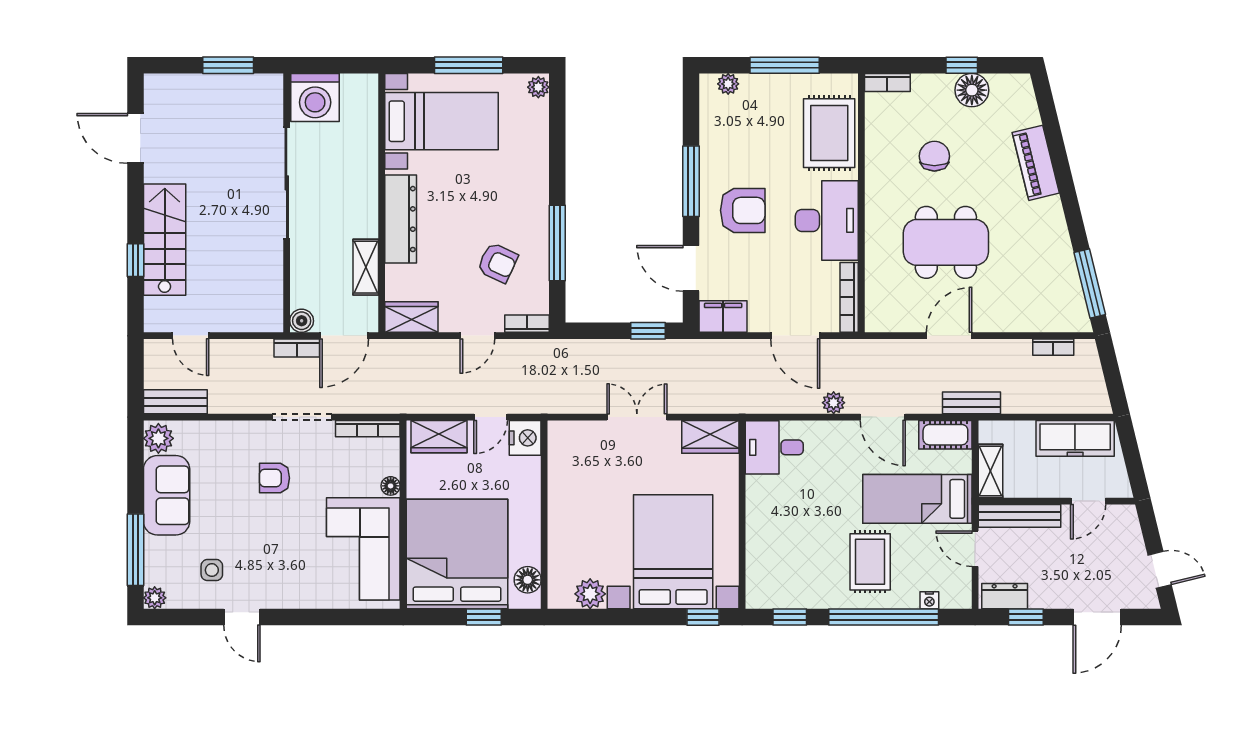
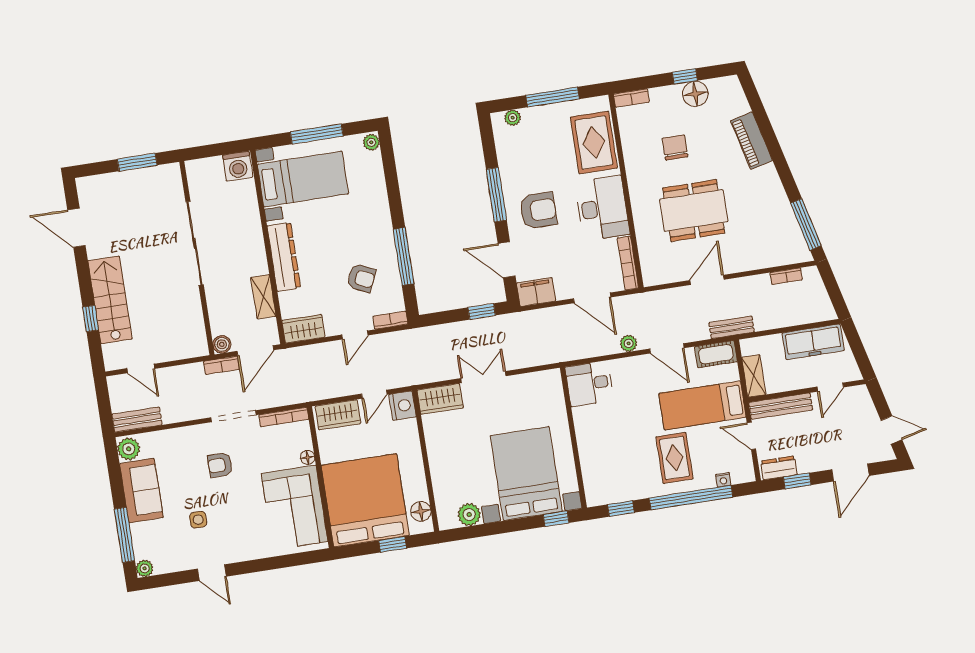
washing machine: (315, 97) -> (238, 166), moved, width x0.73, depth x0.73
wardrobe: (710, 437) -> (440, 399), moved
side table: (212, 570) -> (198, 520), moved

